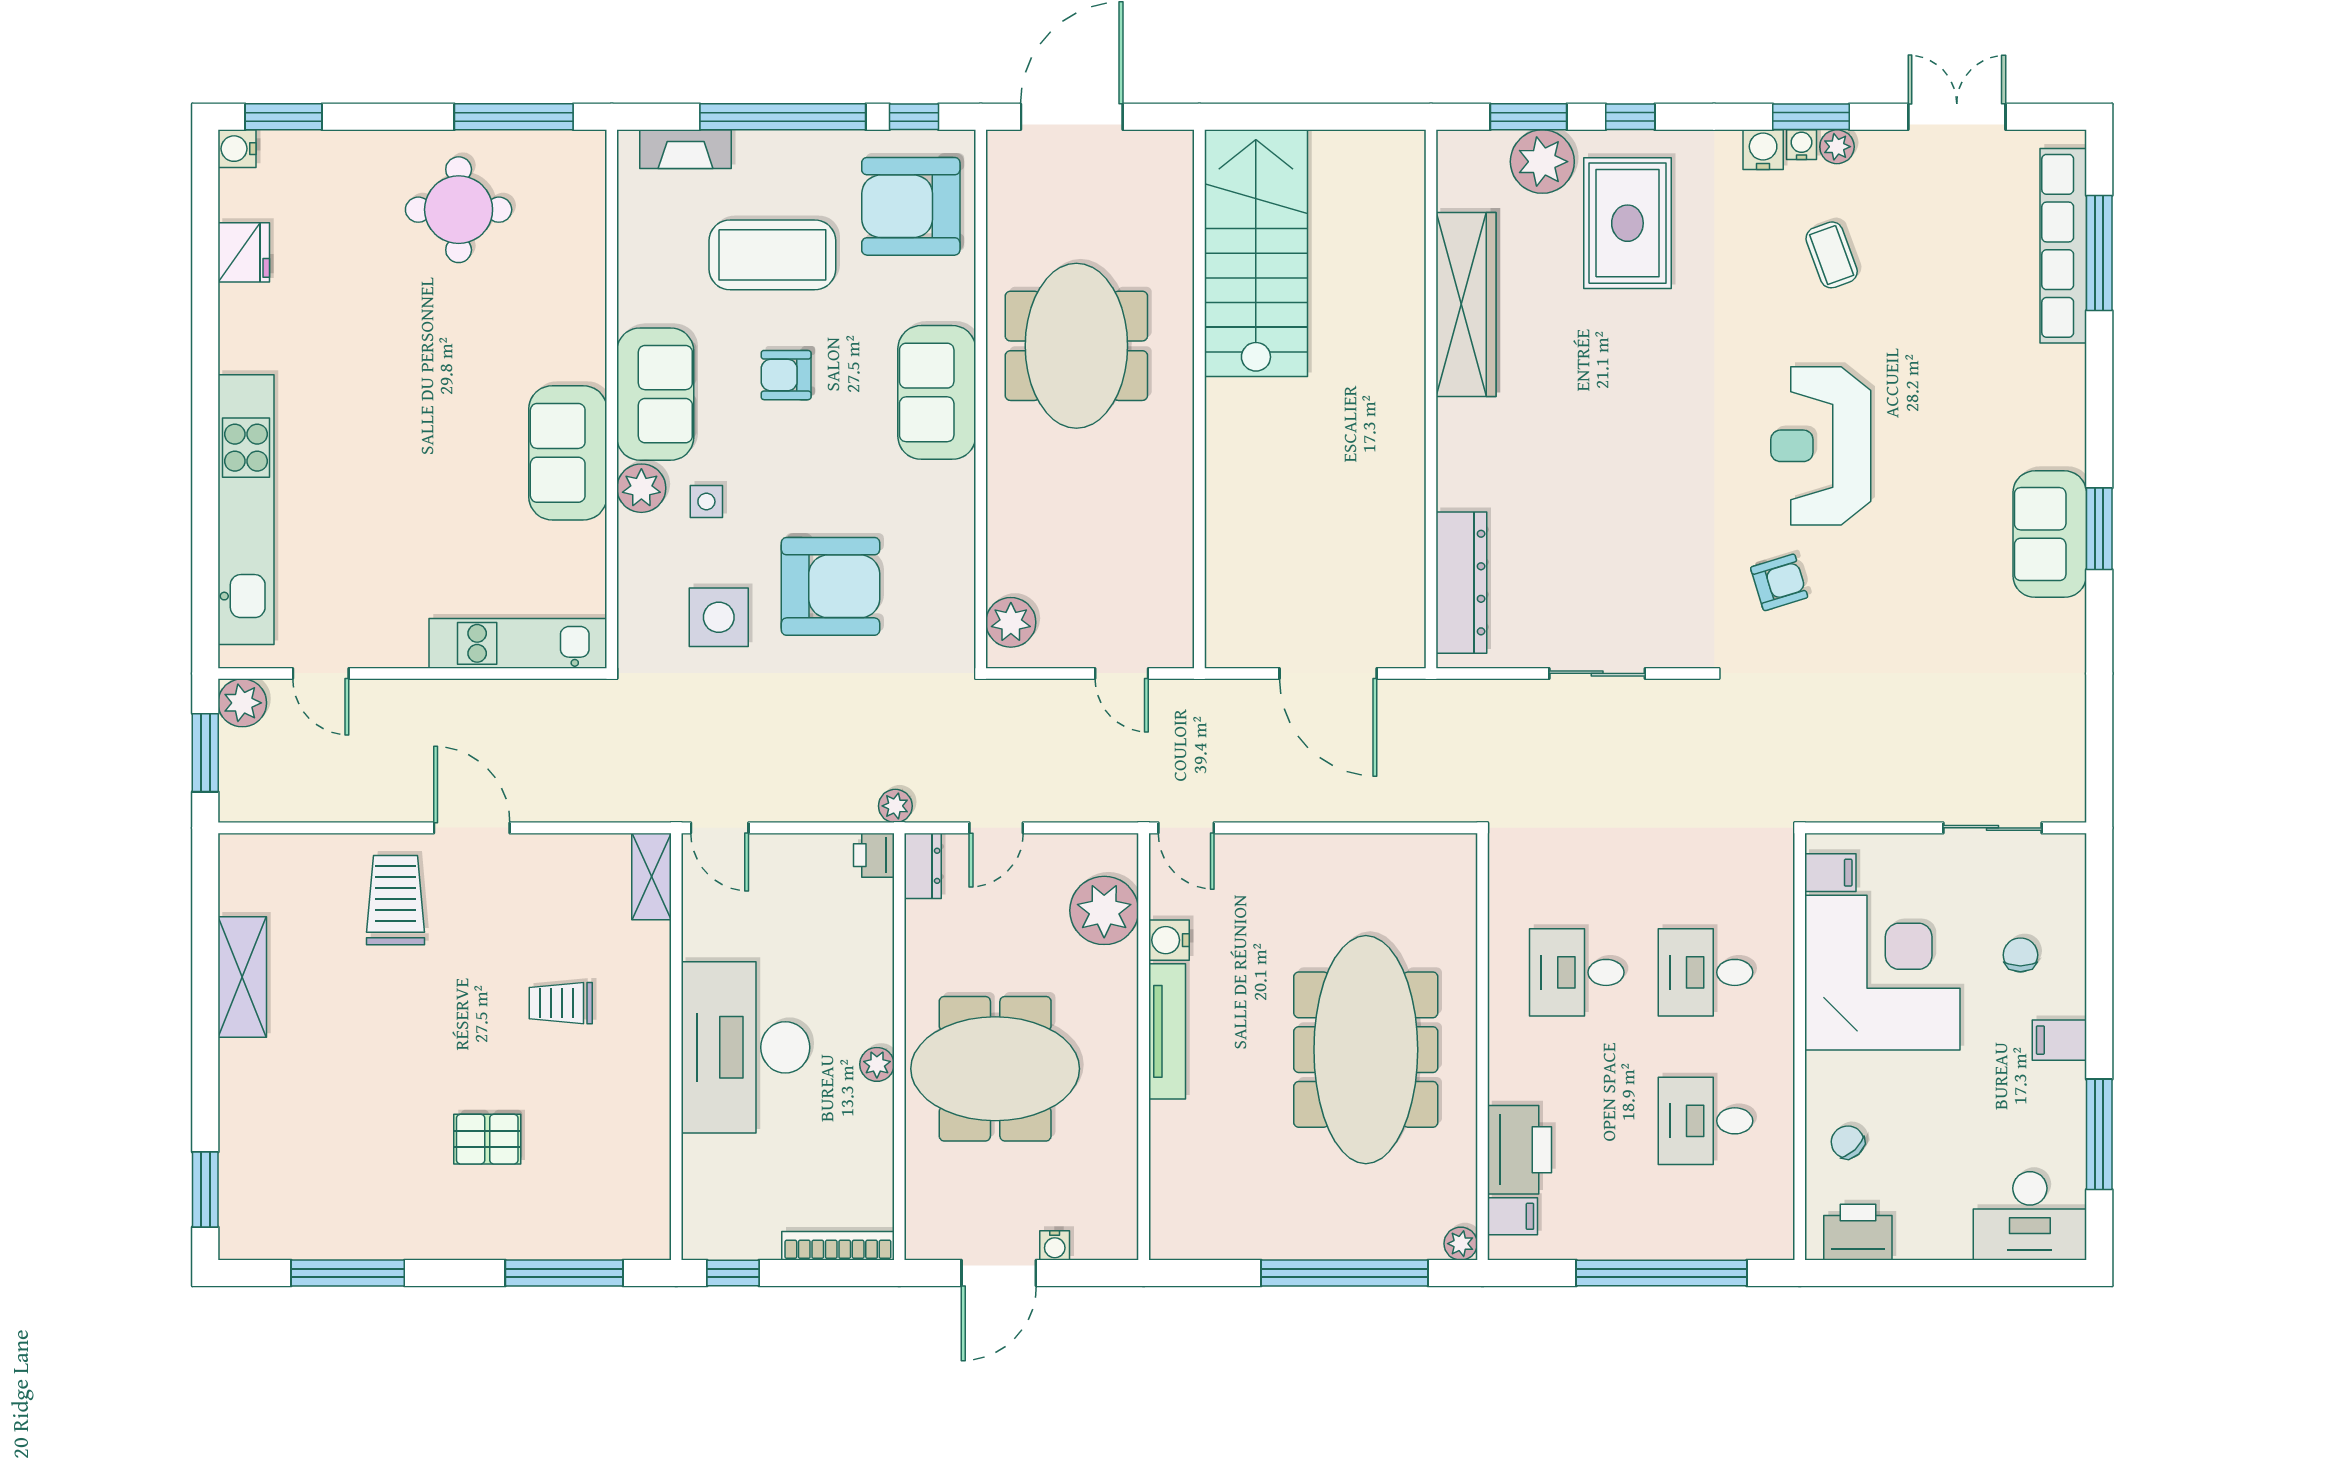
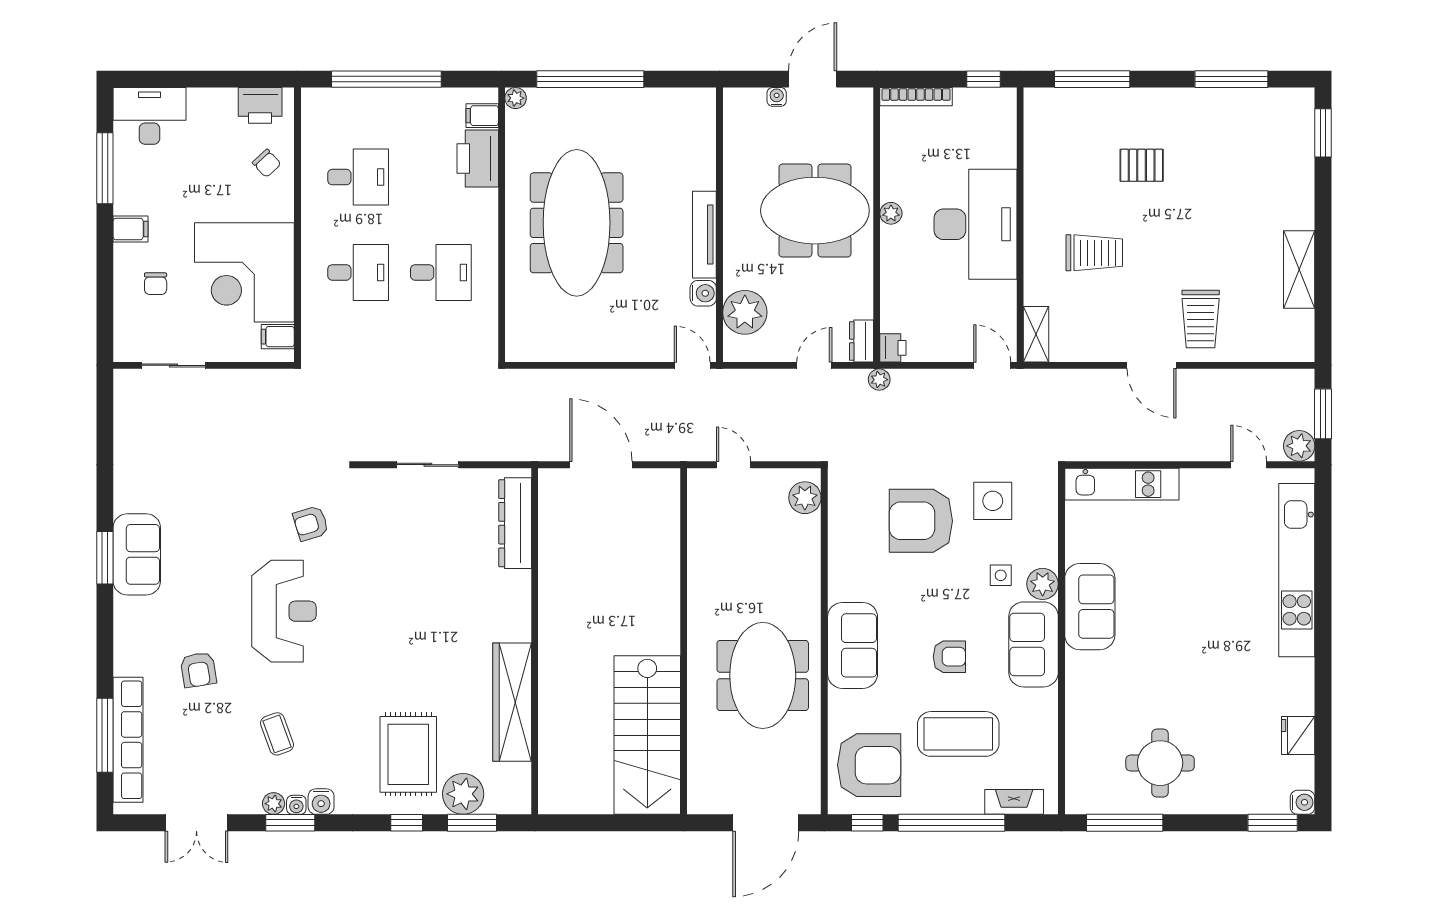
armchair: (1954, 355) -> (198, 670), added
trolley: (561, 1003) -> (1094, 253), width x1.36, depth x1.39

